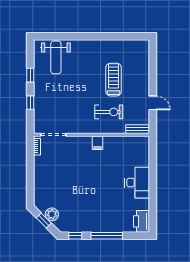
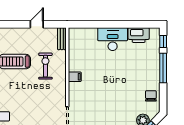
printer: (141, 221) -> (139, 35), moved
chair: (77, 223) -> (151, 96), added
window: (75, 236) -> (163, 41), moved

